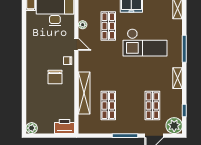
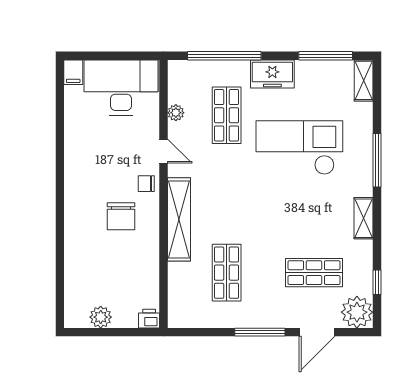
checkout: (145, 42) -> (299, 148), turned 180
shelving: (84, 93) -> (179, 219), moved
shop shelf: (152, 106) -> (314, 273), turned 90
printer: (64, 127) -> (149, 319), width x0.53, depth x0.68
plant: (32, 128) -> (101, 317), moved

